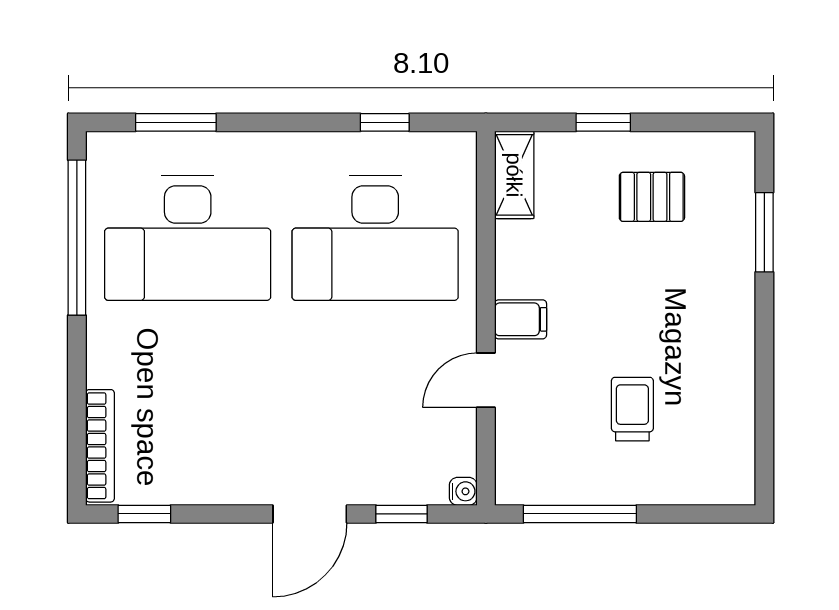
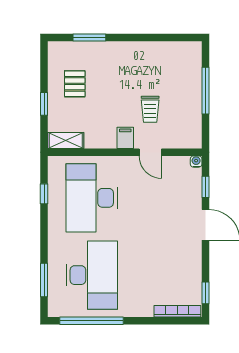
desk: (375, 238) -> (92, 198), turned 180
trolley: (632, 409) -> (150, 109), moved, turned -90
window: (580, 514) -> (205, 91), moved

